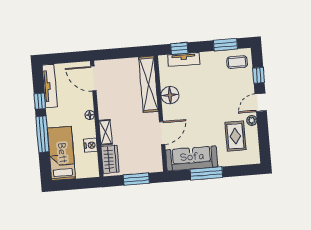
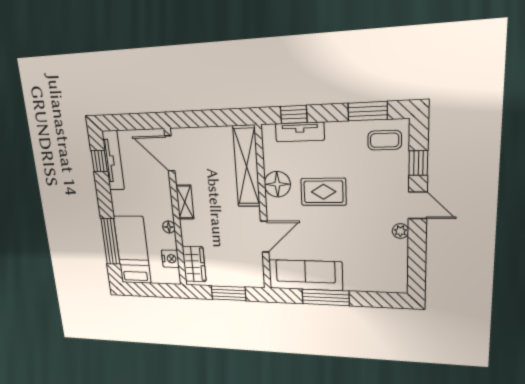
window: (40, 101) -> (99, 161), moved
door: (261, 102) -> (418, 205), swing flipped
floor lamp: (90, 115) -> (169, 227), moved
shelving: (105, 132) -> (185, 202), moved
window: (42, 134) -> (110, 241), moved
rug: (235, 136) -> (323, 192), moved, turned 90
nightstand: (91, 145) -> (170, 259), moved

